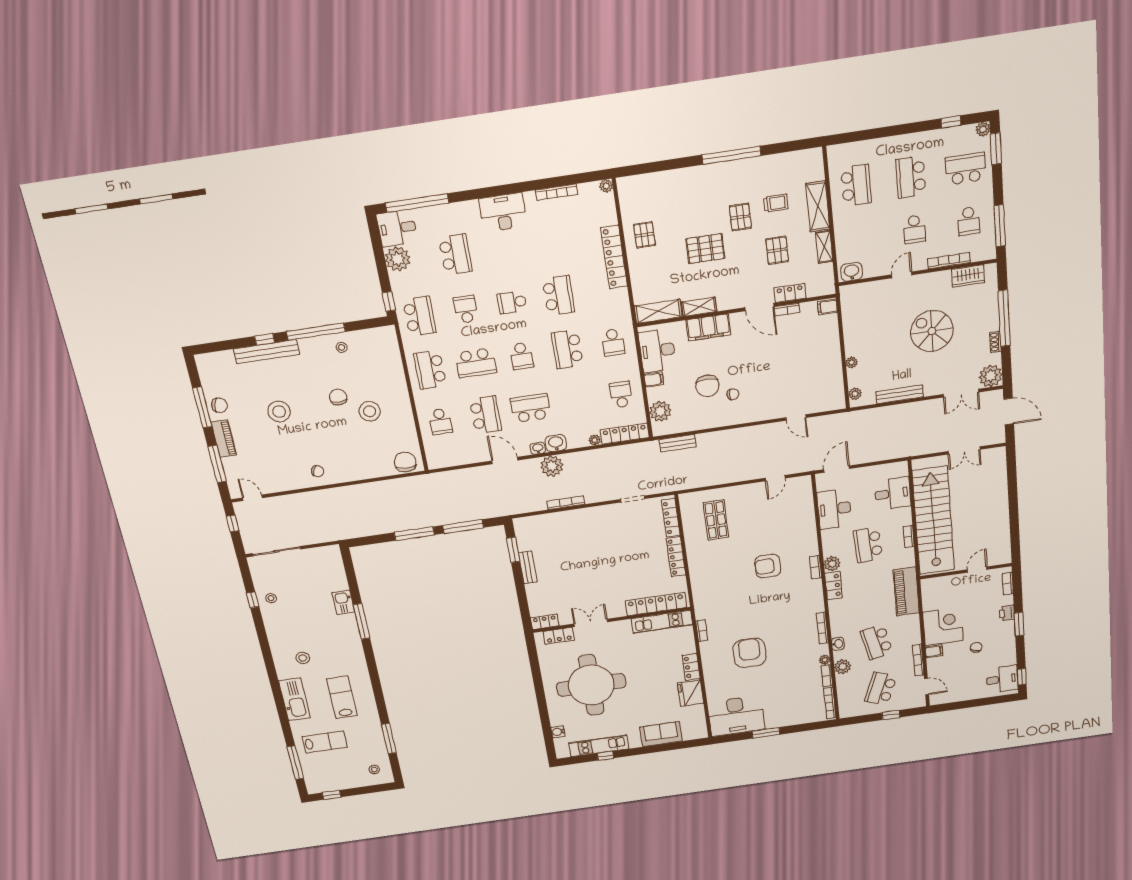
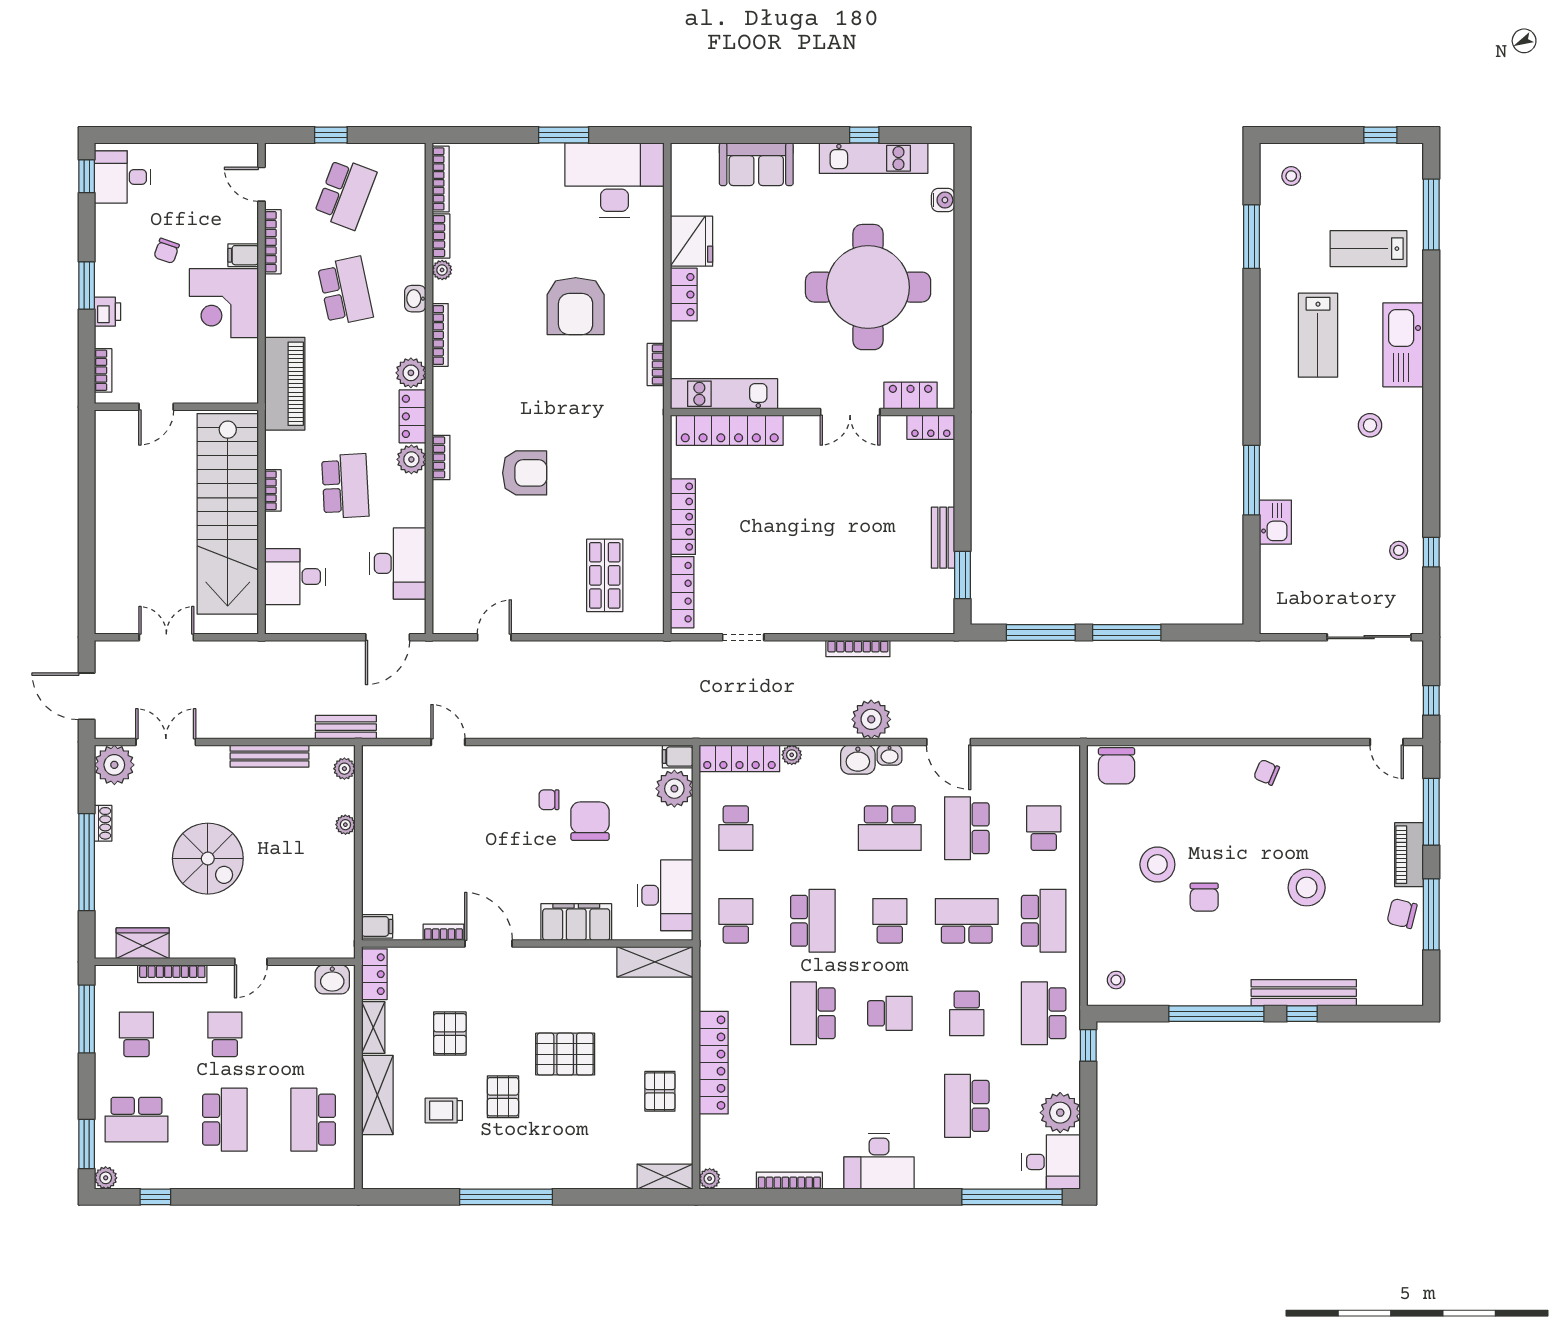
locker: (790, 293) -> (374, 974), moved, turned -90
shelving: (699, 307) -> (665, 1177), moved
stool: (342, 347) -> (1116, 980), moved
filing cabinet: (654, 379) -> (678, 757), moved
bench: (678, 443) -> (346, 727), moved
plant: (843, 667) -> (411, 373), moved

